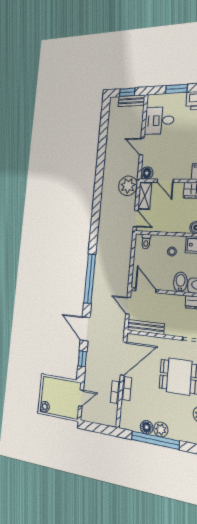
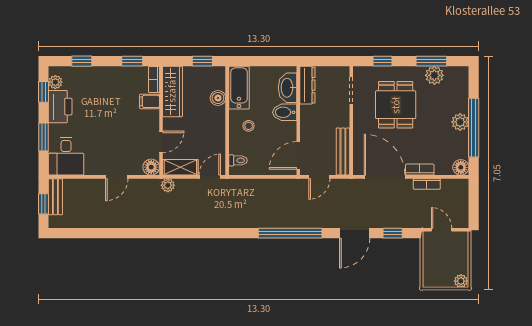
desk: (159, 120) -> (66, 156), moved
plant: (128, 186) -> (168, 185), width x0.53, depth x0.53
floor lamp: (147, 427) -> (461, 167), moved

